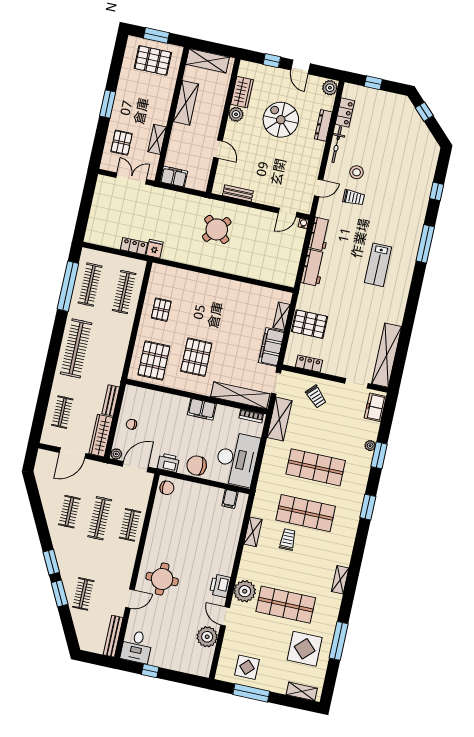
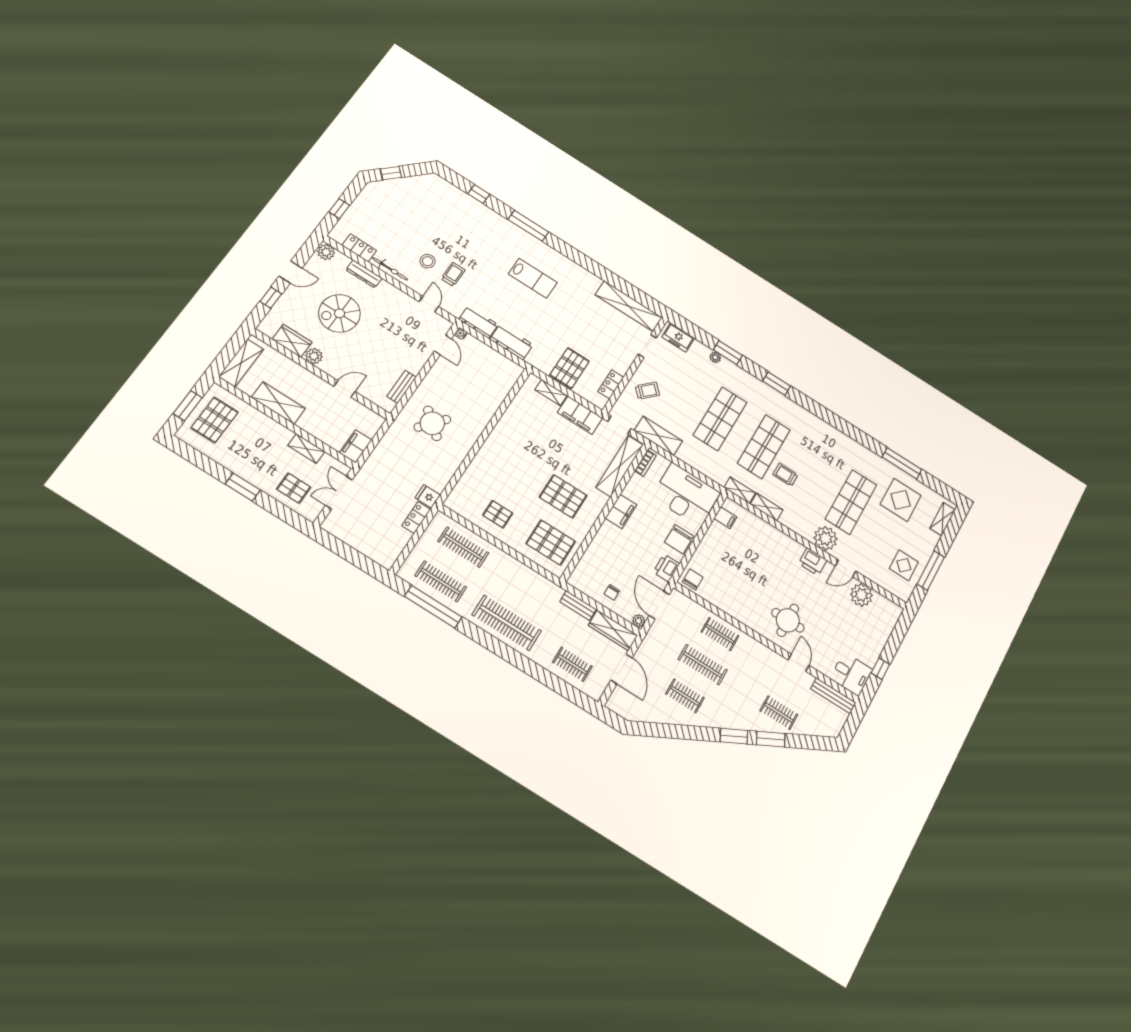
shelving: (340, 580) -> (740, 490), moved

